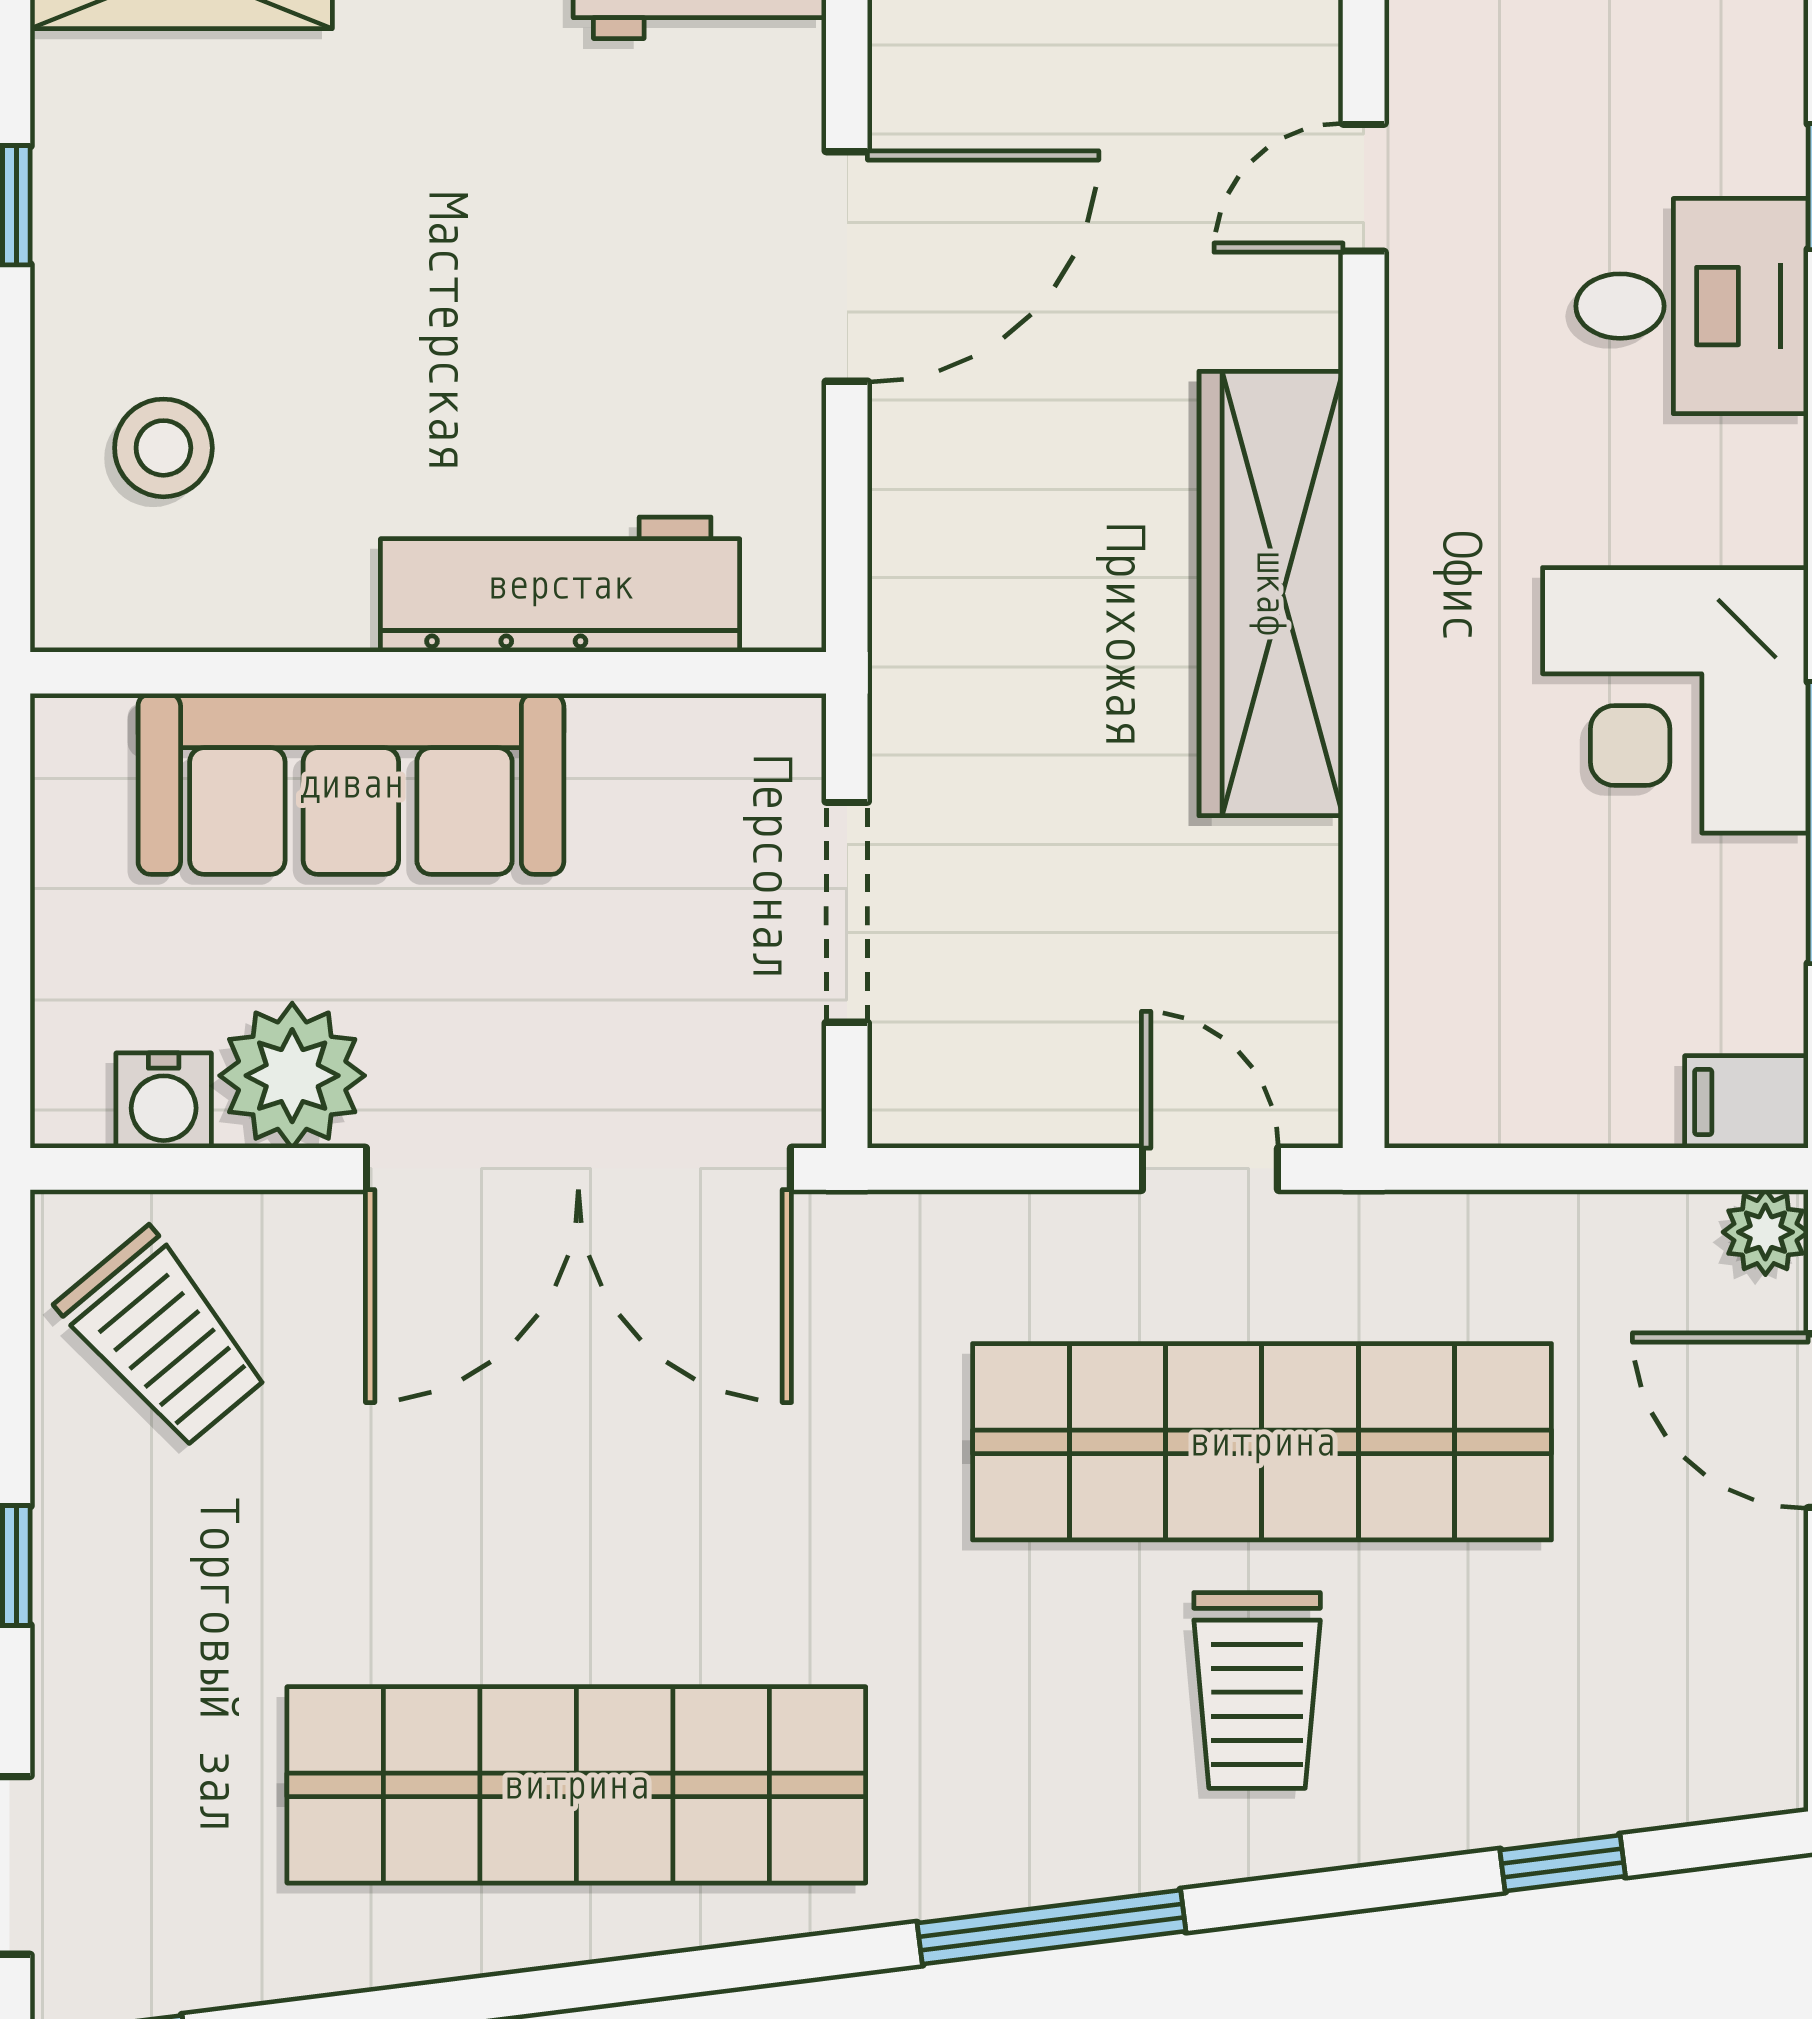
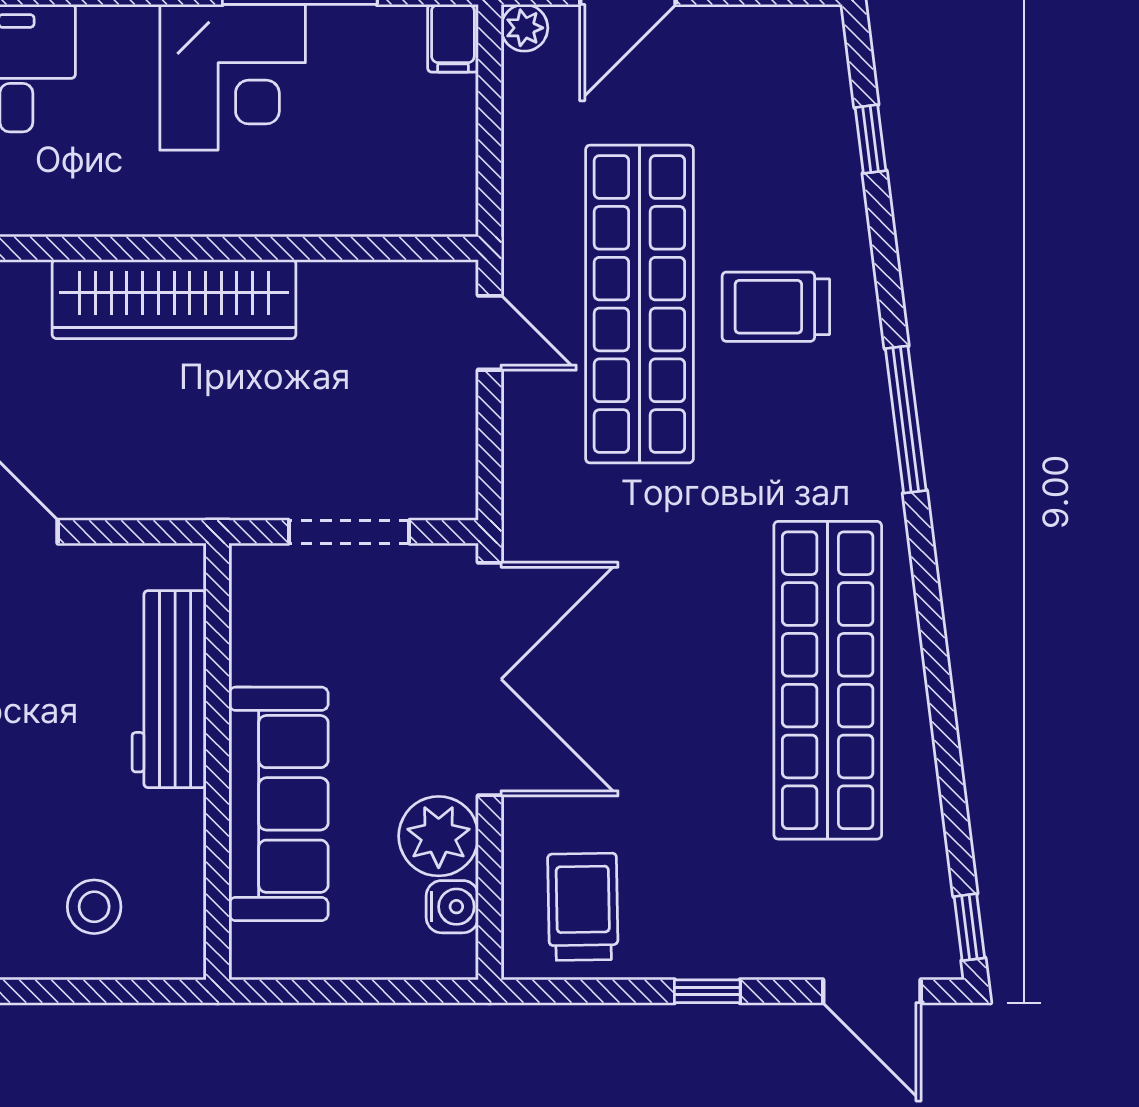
door: (1210, 1169) -> (490, 333), swing flipped
trolley: (163, 1339) -> (583, 907), turned -51
trolley: (1257, 1690) -> (776, 307), turned 180

